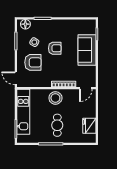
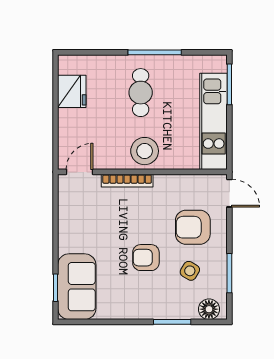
sofa: (87, 50) -> (77, 287), moved

